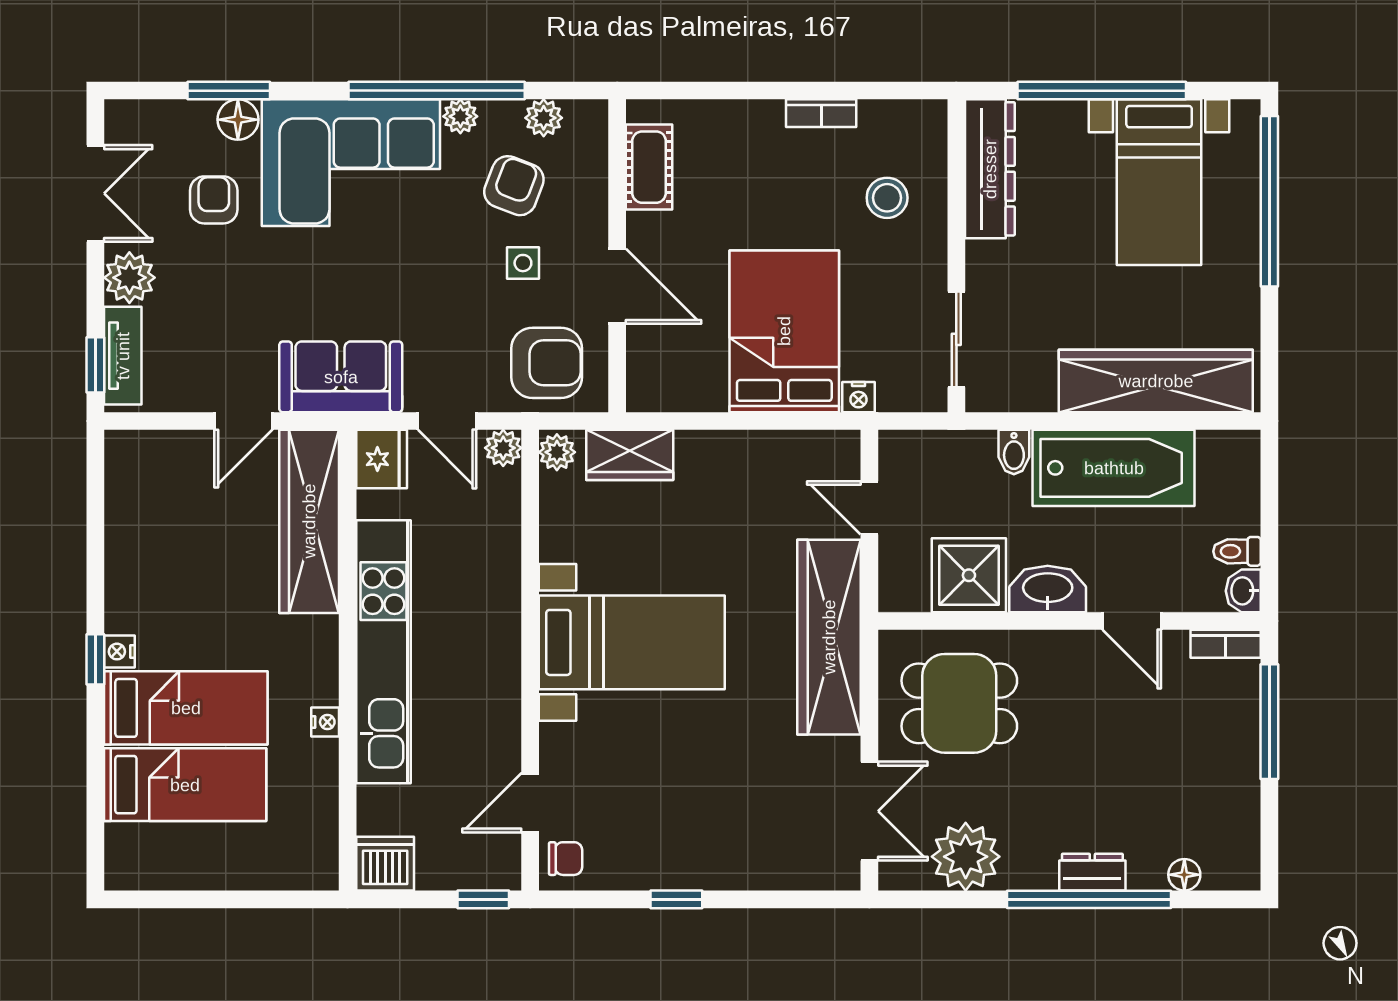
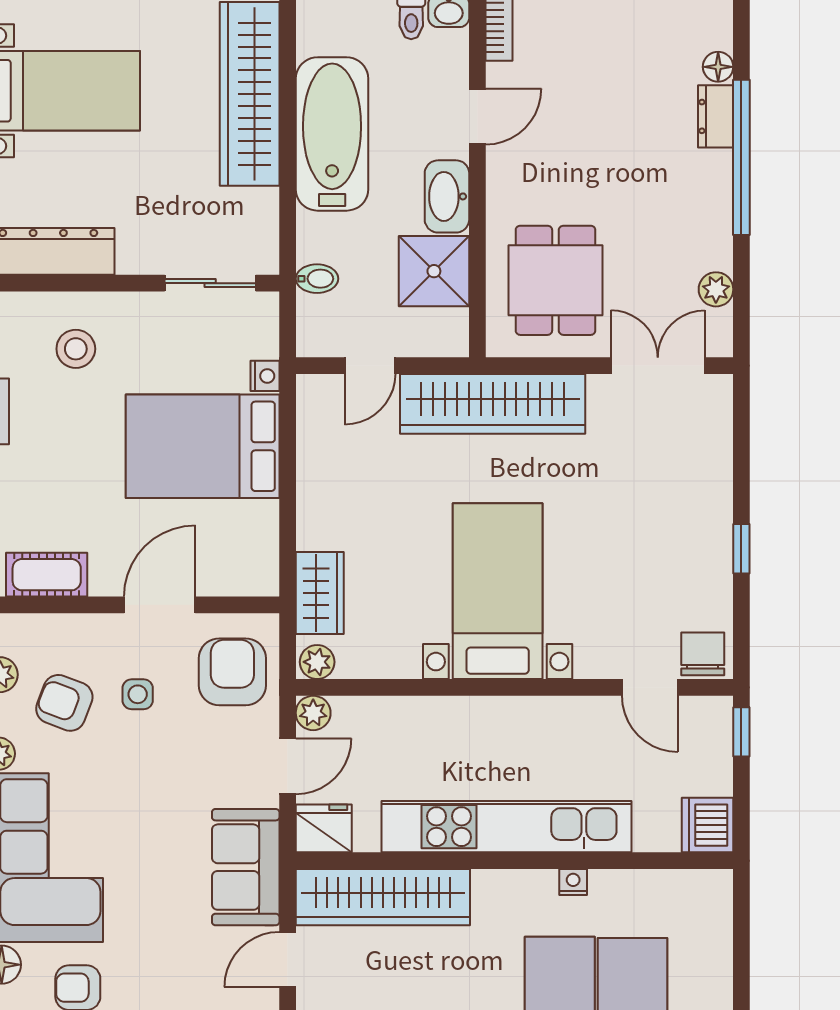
door: (243, 421) -> (288, 960), swing flipped
bidet: (1014, 452) -> (317, 279), moved
plant: (966, 857) -> (716, 289), width x0.53, depth x0.53
chair: (566, 859) -> (703, 654), width x1.37, depth x1.37
dresser: (1092, 872) -> (716, 116), moved

